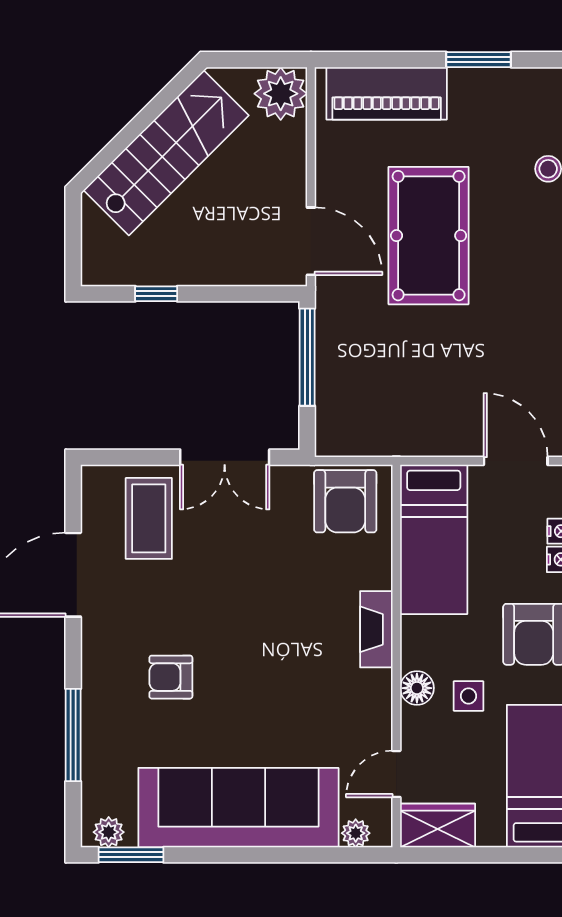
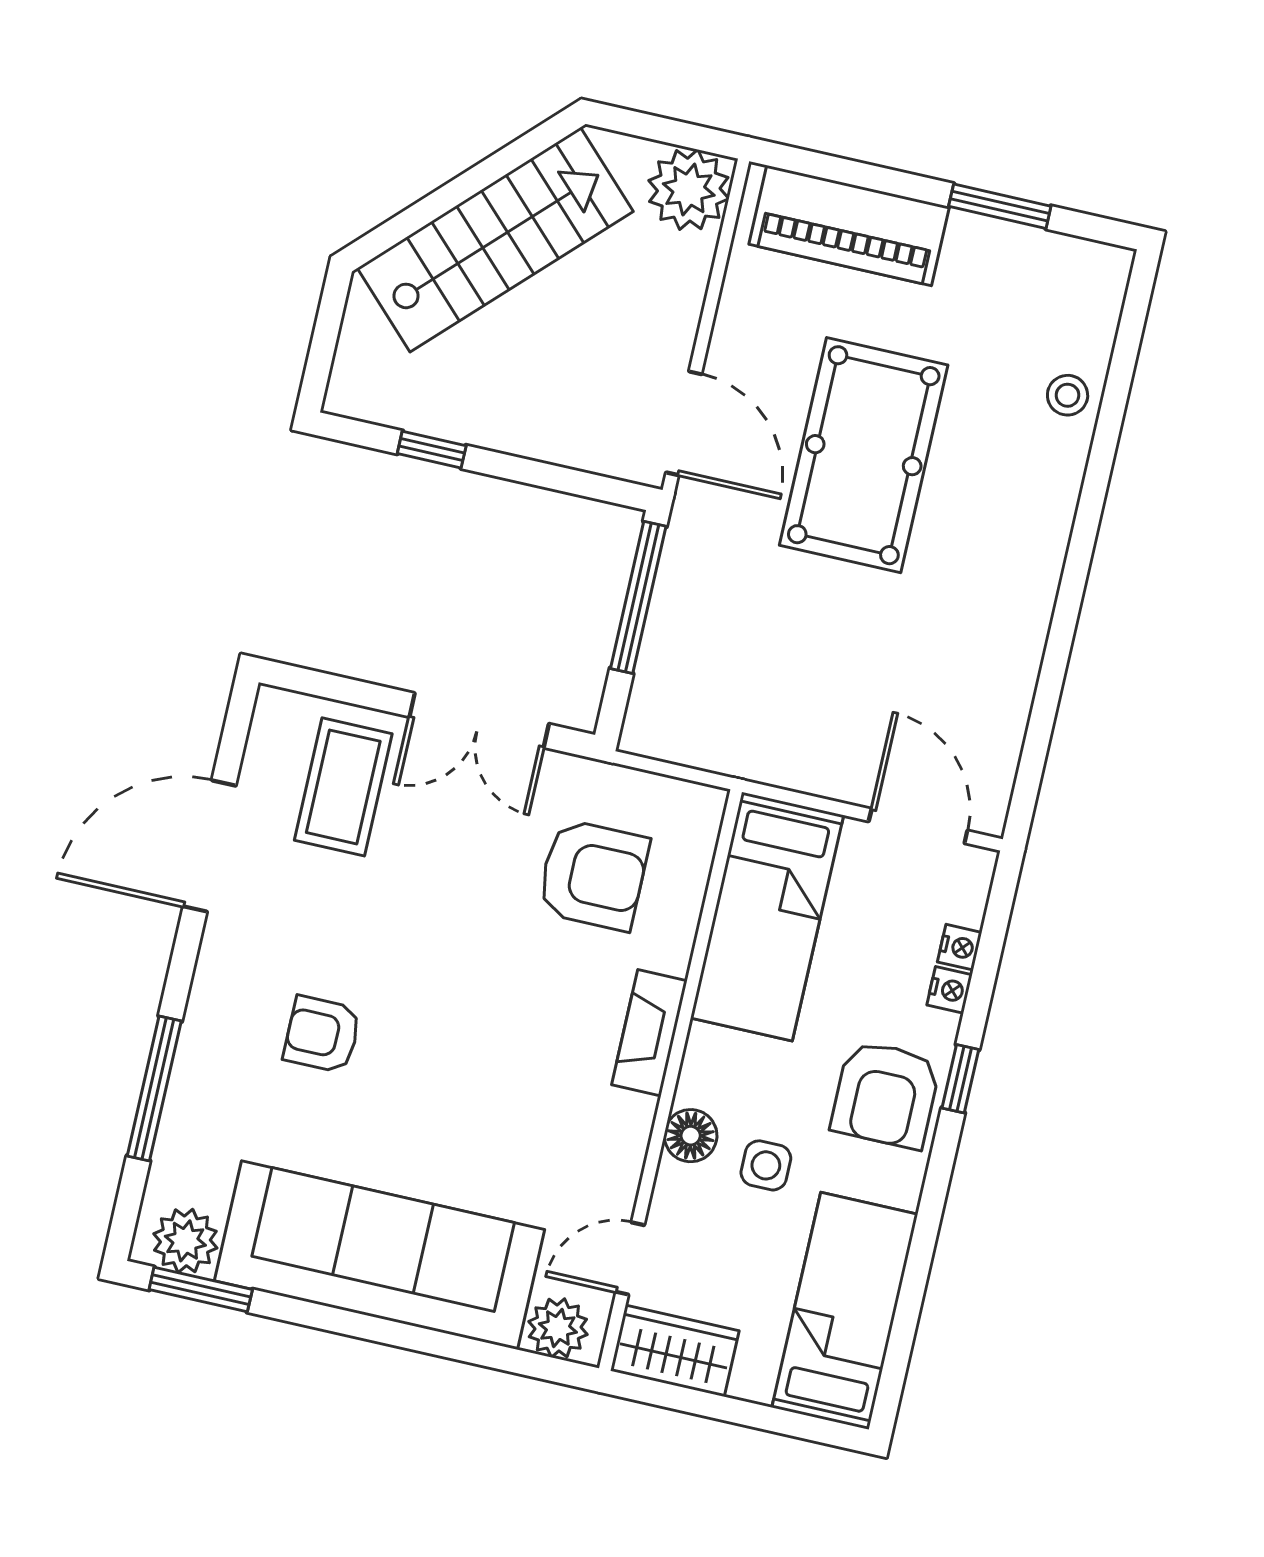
armchair: (345, 501) -> (593, 875), moved, turned -90
plant: (109, 832) -> (185, 1241), width x1.38, depth x1.38
plant: (356, 833) -> (558, 1328), width x1.38, depth x1.38

